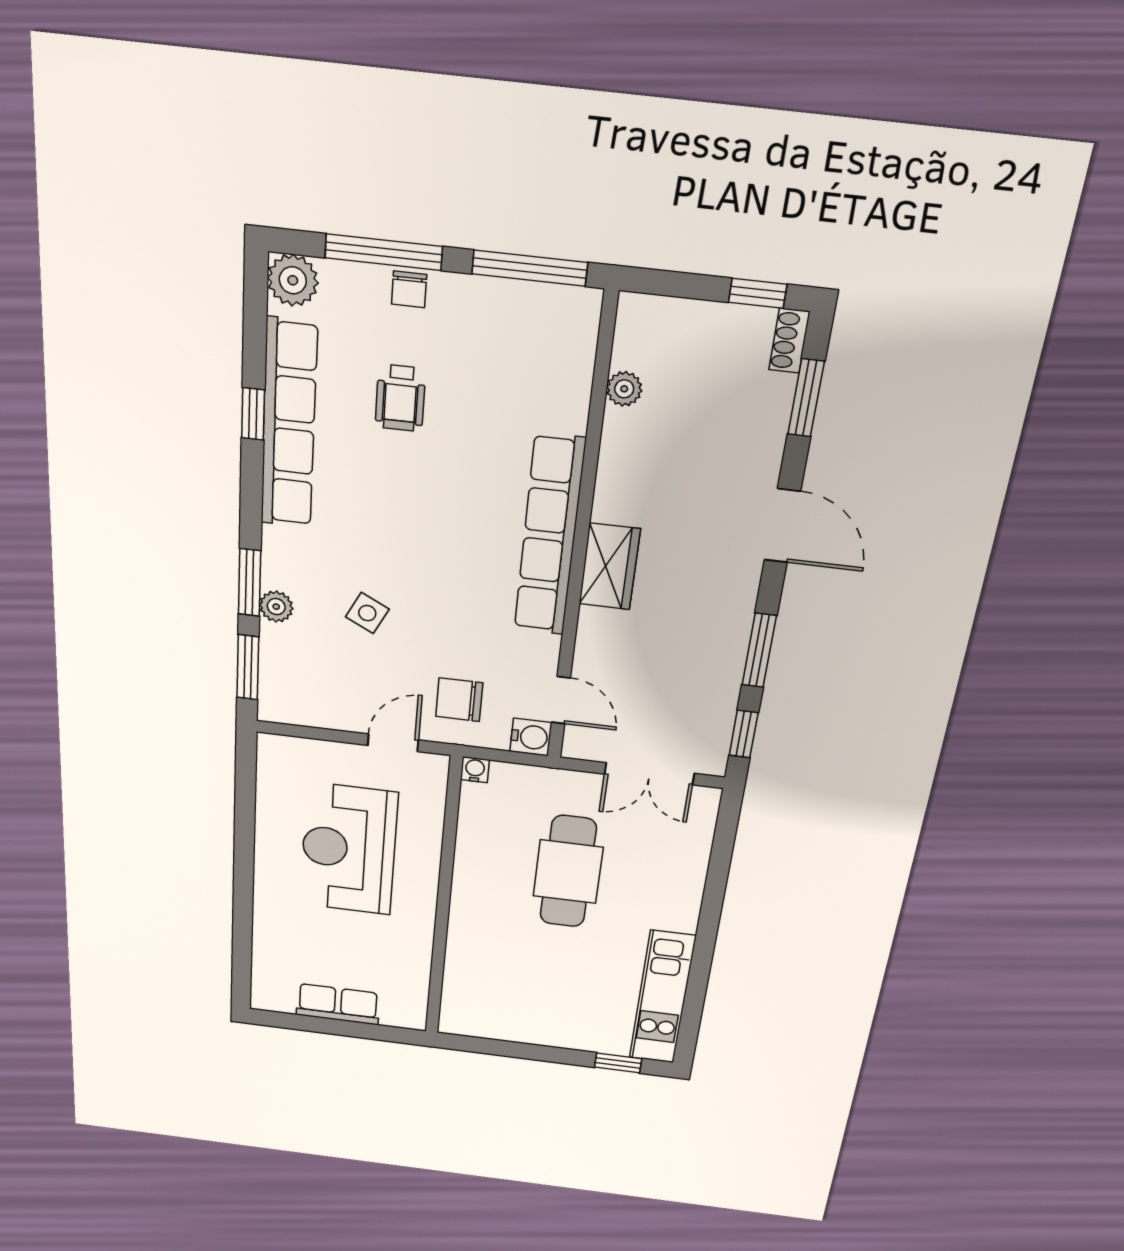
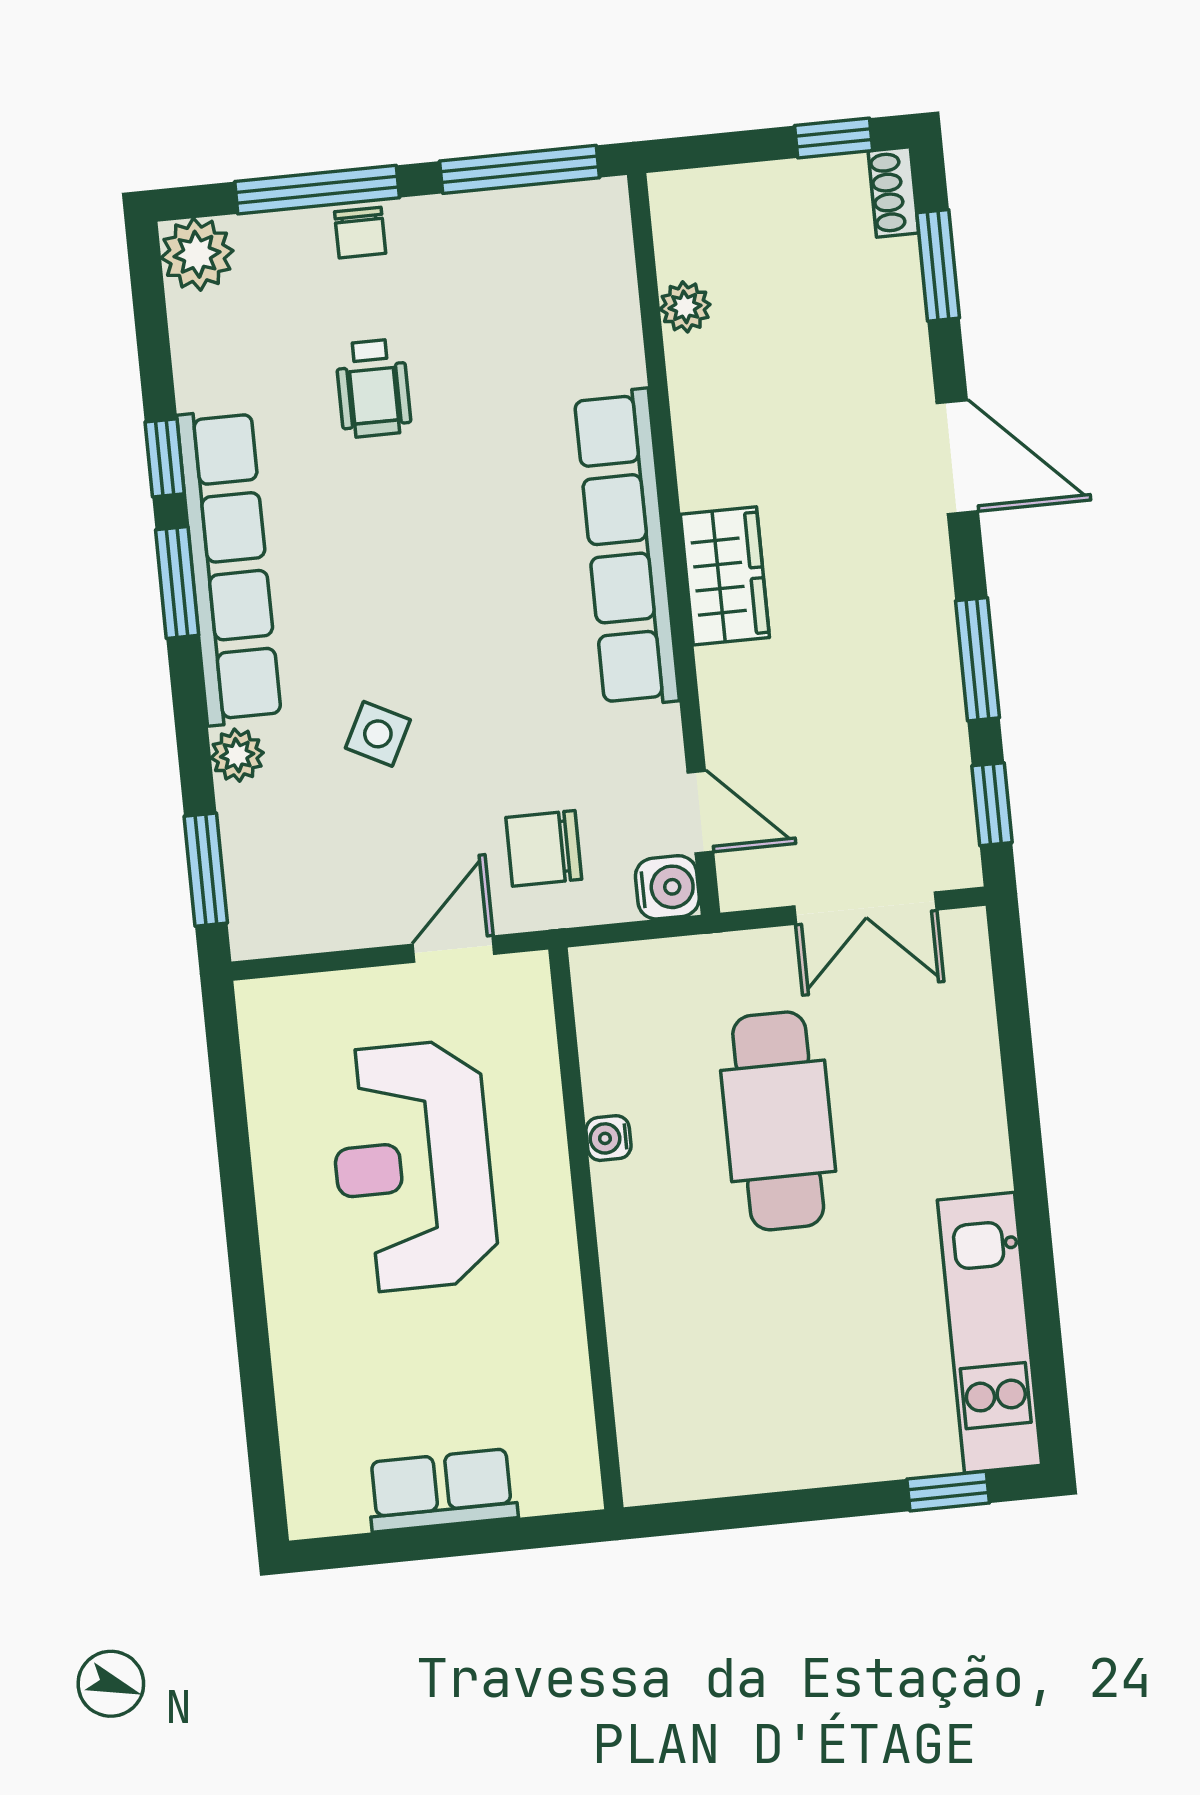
row of seats: (289, 425) -> (229, 567), moved
window: (250, 583) -> (177, 582), moved
water cooler: (475, 770) -> (608, 1138), moved, turned -90

